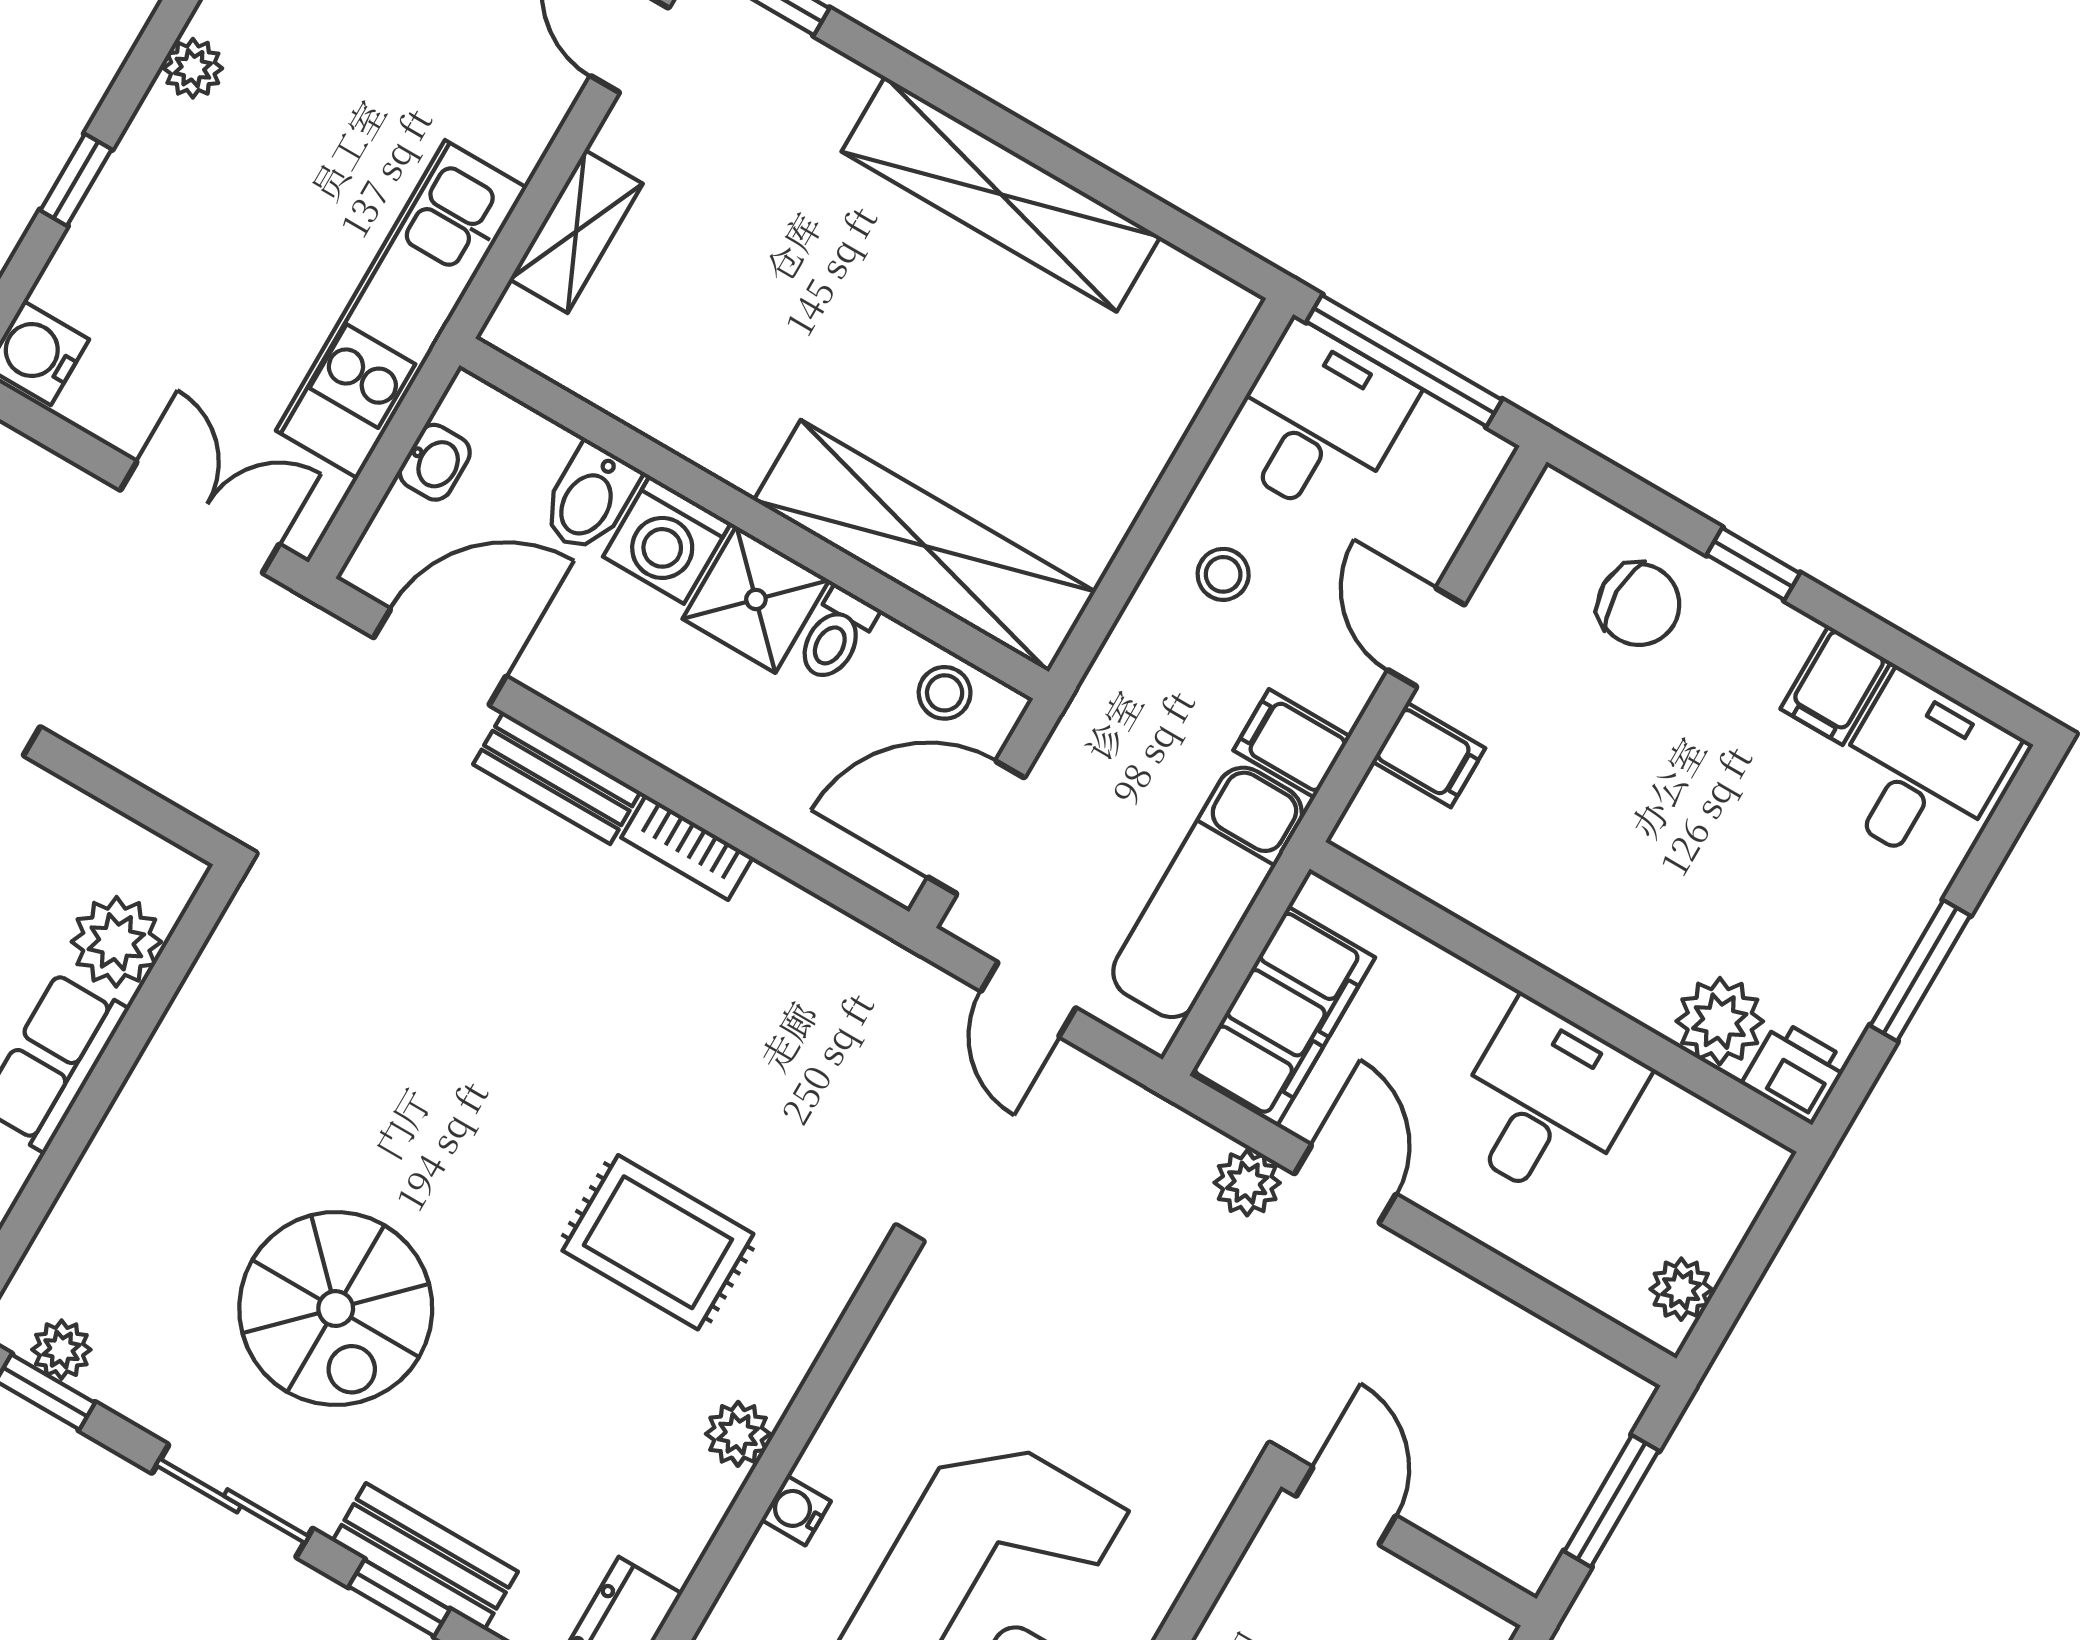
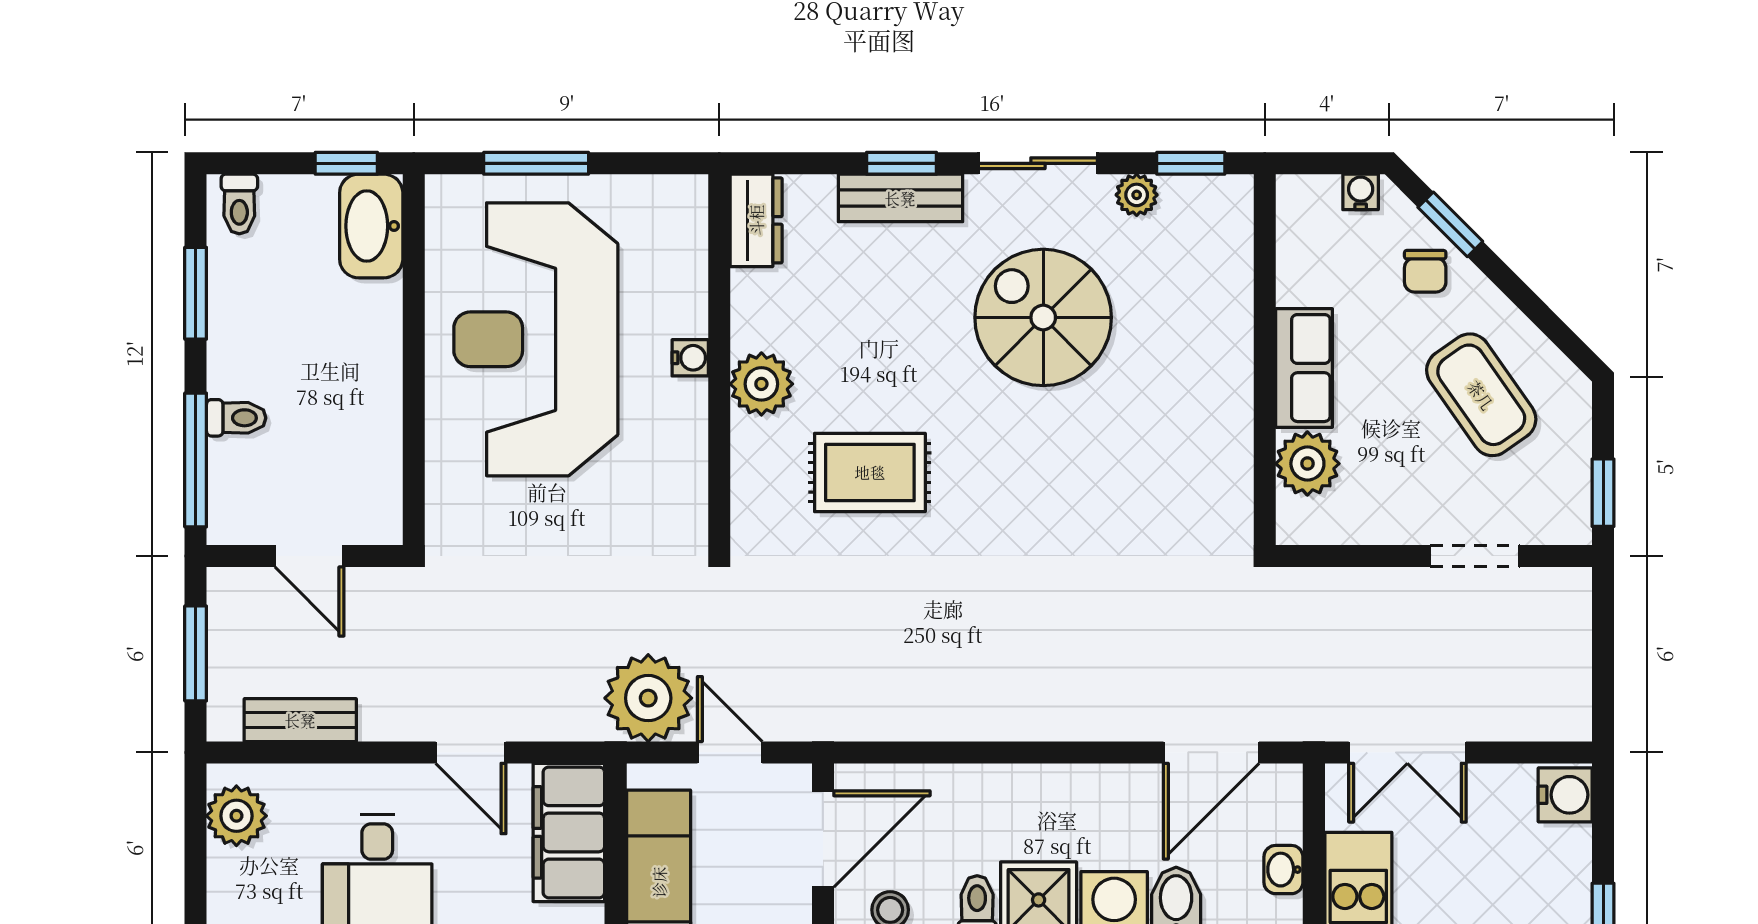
bench: (557, 778) -> (300, 720), moved
bookcase: (687, 847) -> (992, 724), removed
plant: (1247, 1183) -> (648, 698), moved, width x1.87, depth x1.87
plant: (1681, 1289) -> (236, 816), width x1.38, depth x1.38
plant: (61, 1350) -> (1137, 195), moved
plant: (738, 1434) -> (761, 384), width x1.38, depth x1.38
door: (1346, 1506) -> (309, 556), moved

